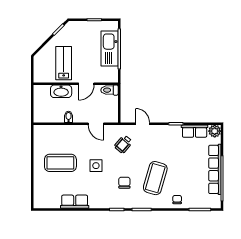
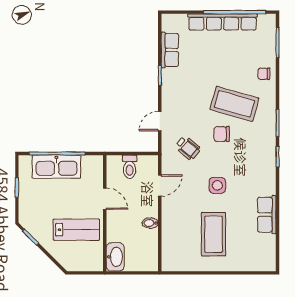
lab bench: (64, 63) -> (76, 230), turned 180
toilet: (109, 90) -> (130, 167), moved
washbasin: (61, 91) -> (115, 257), moved
plant: (215, 131) -> (170, 22), removed
chair: (124, 183) -> (222, 134), moved

